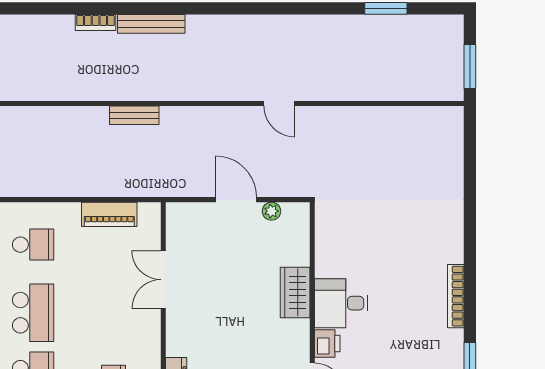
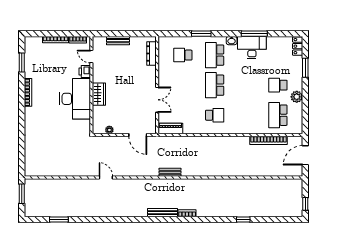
door: (236, 200) -> (138, 135), moved
piano: (109, 214) -> (170, 129), moved
school desk: (33, 245) -> (215, 115), turned 180
desk: (341, 303) -> (75, 99), width x1.87, depth x1.30

